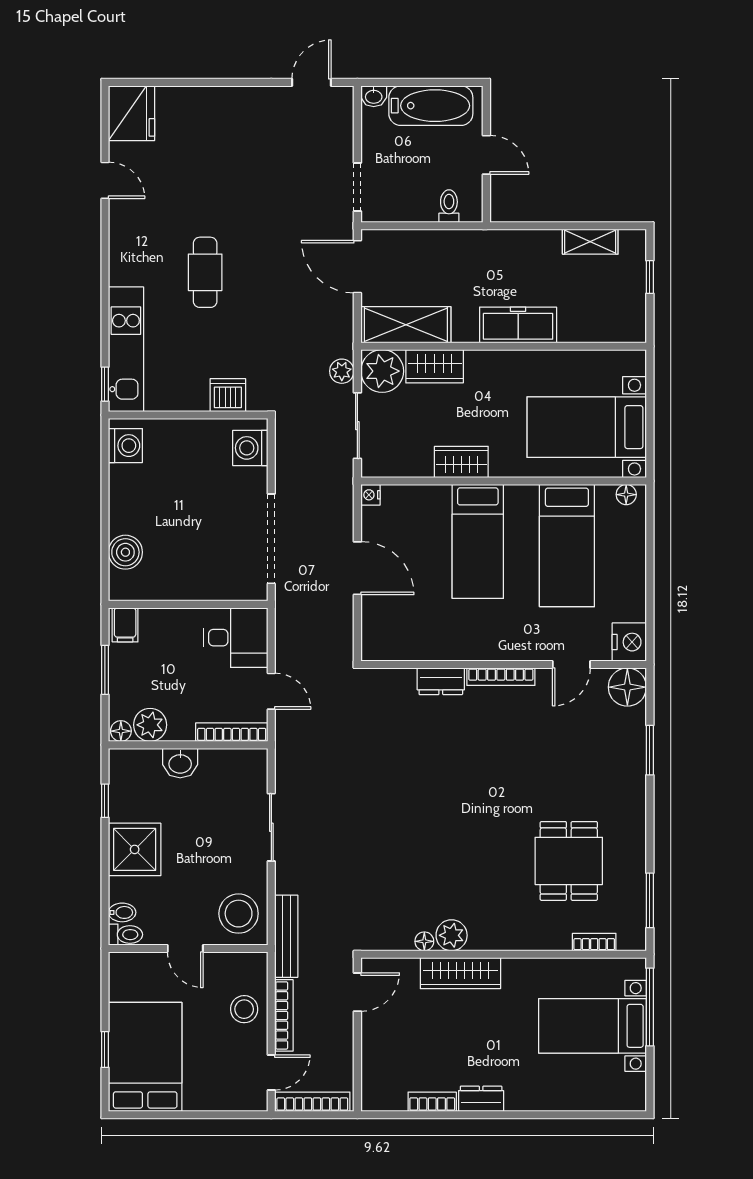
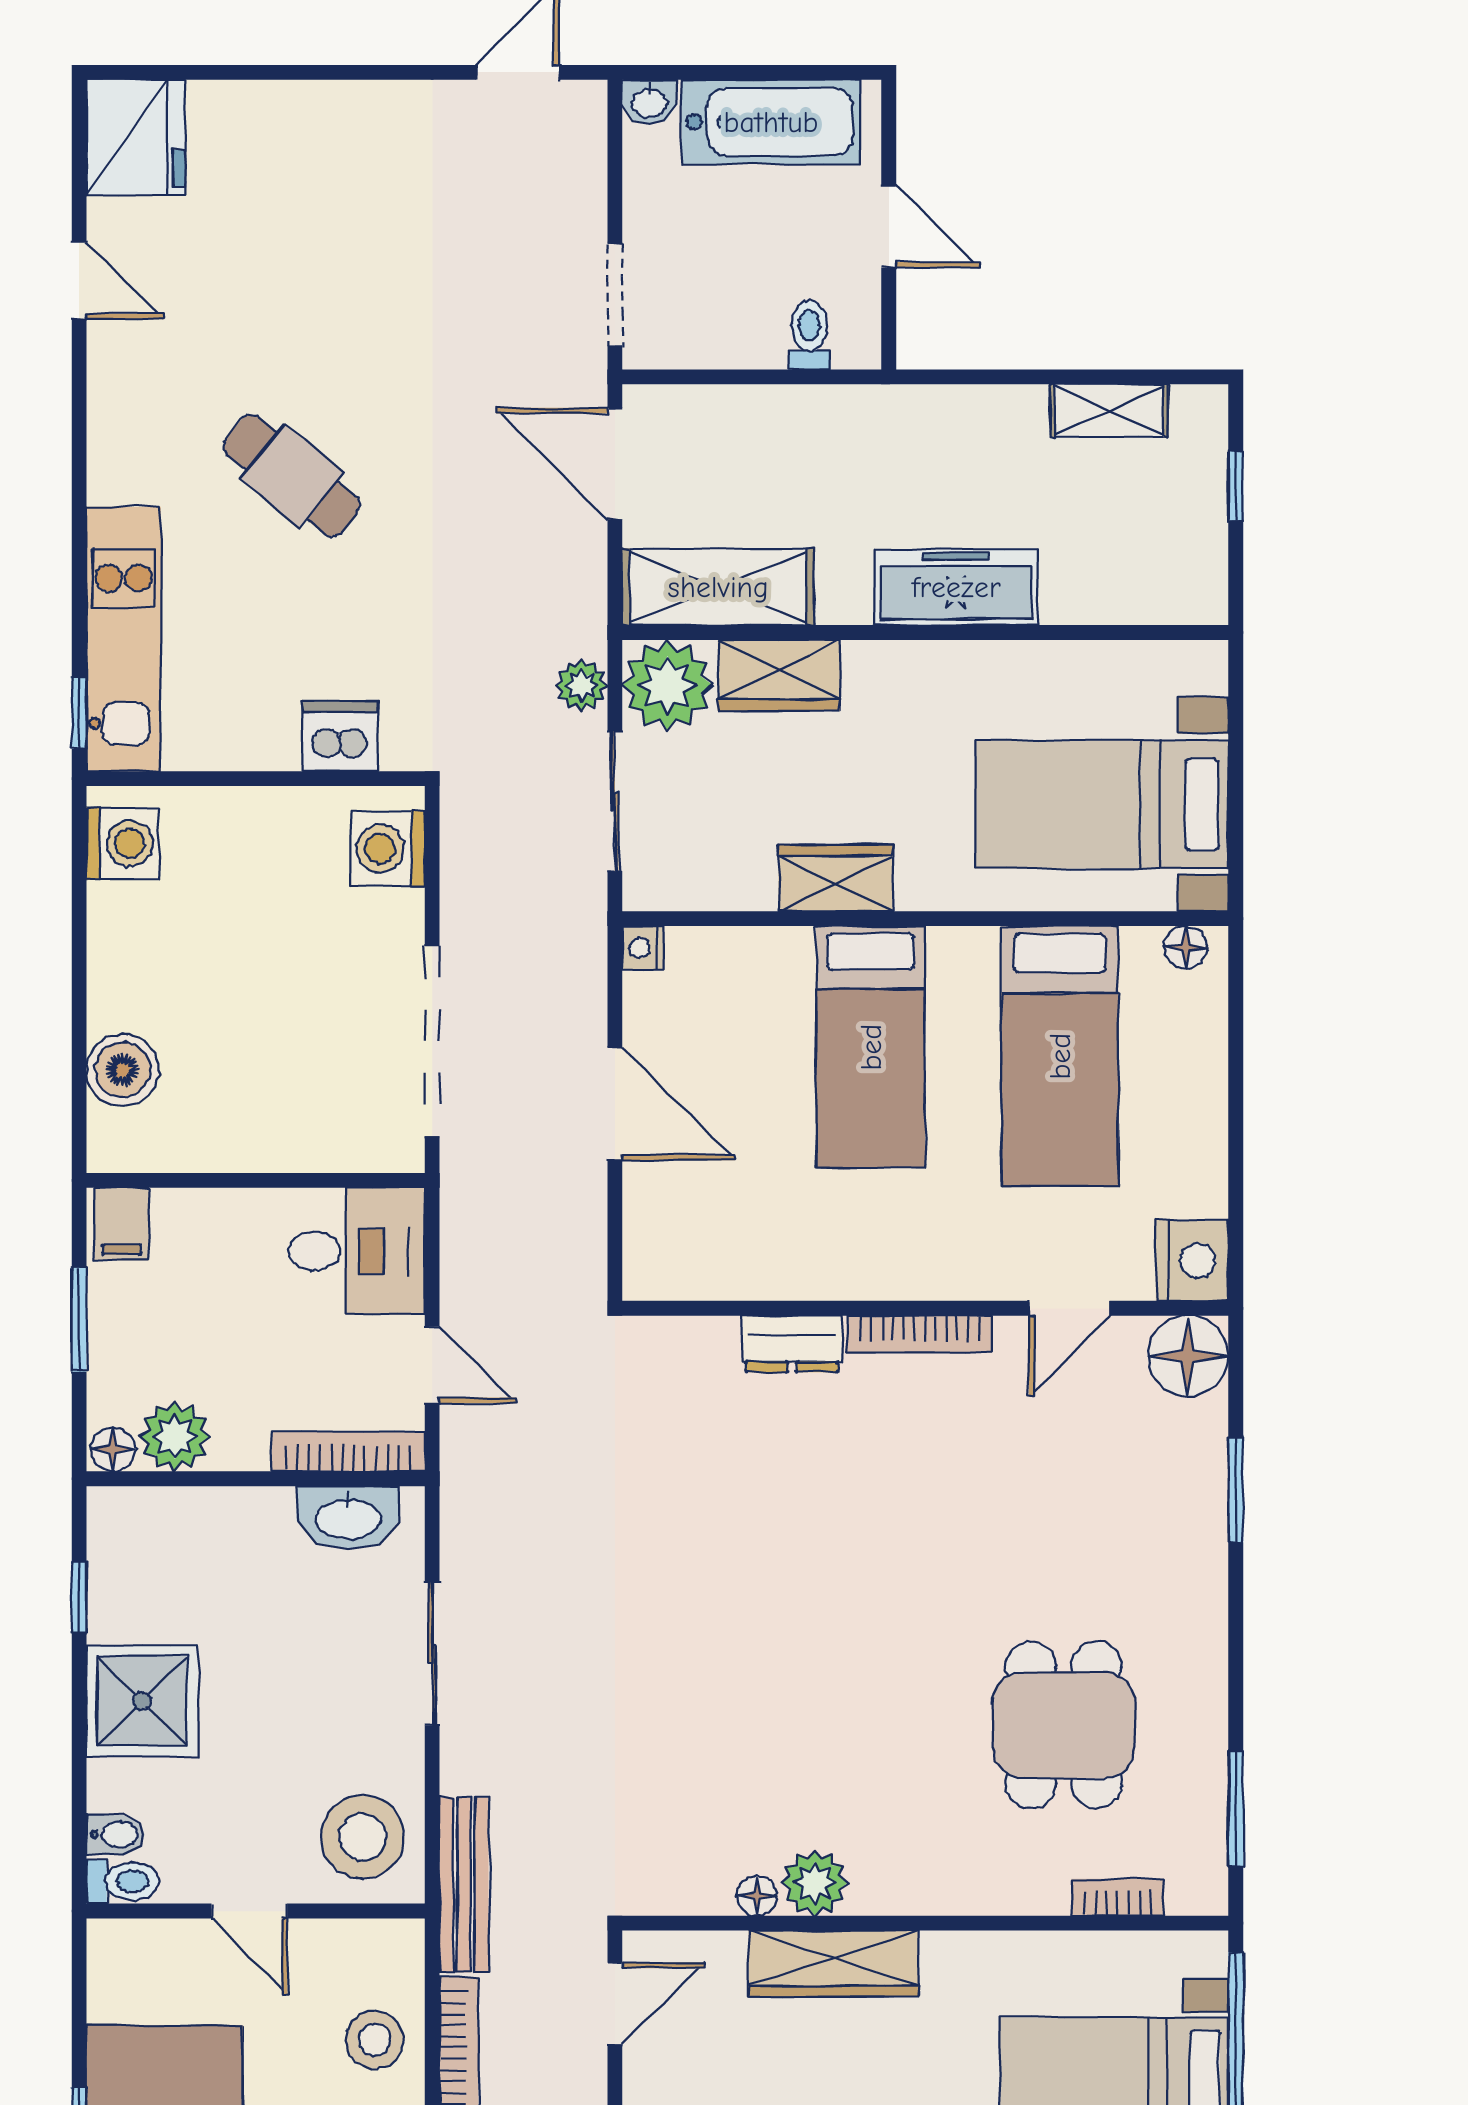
cafe table: (205, 272) -> (292, 476), turned -51
washbasin: (180, 763) -> (348, 1517), moved, width x1.38

